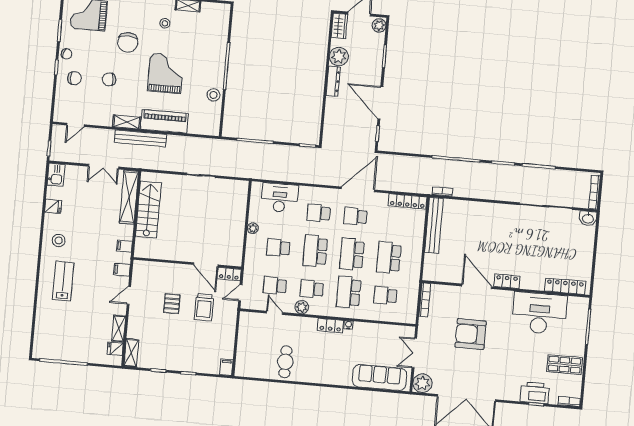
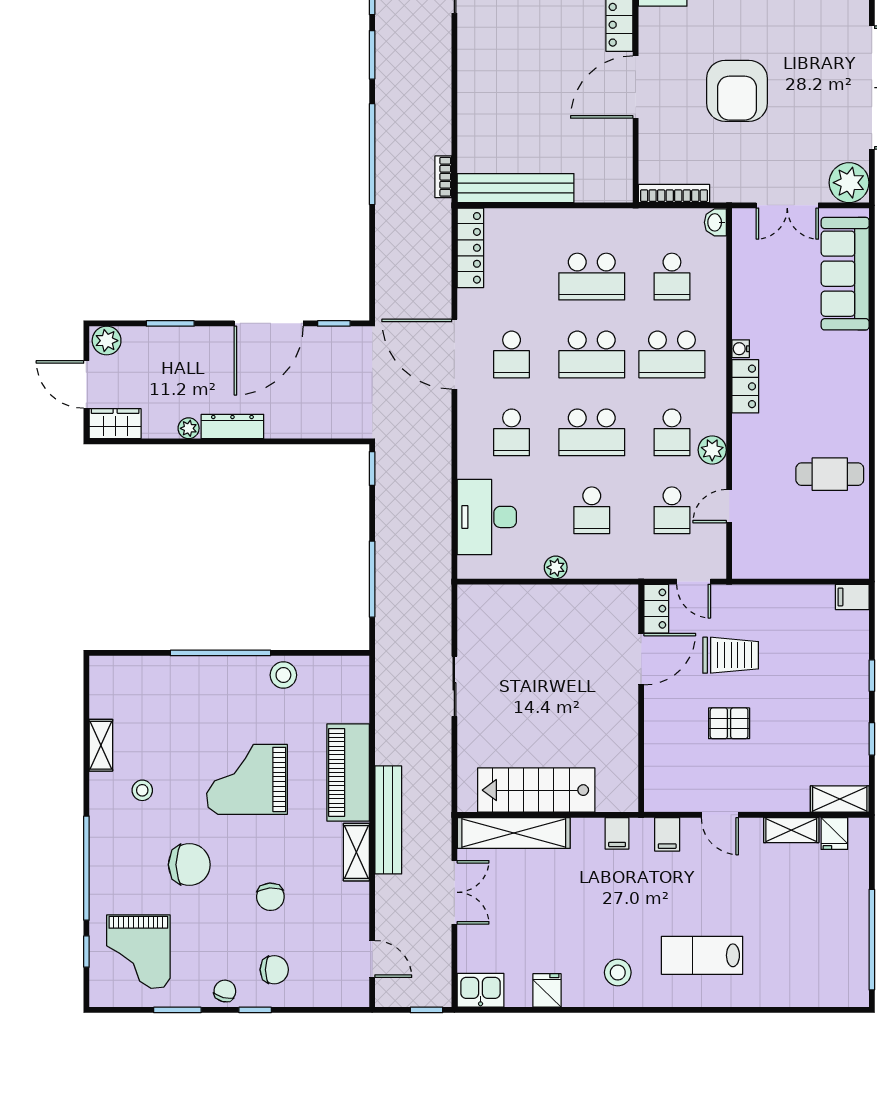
plant: (339, 57) -> (189, 428), width x0.53, depth x0.53
chair: (74, 78) -> (274, 970), turned 92
washbasin: (409, 318) -> (715, 222), added

